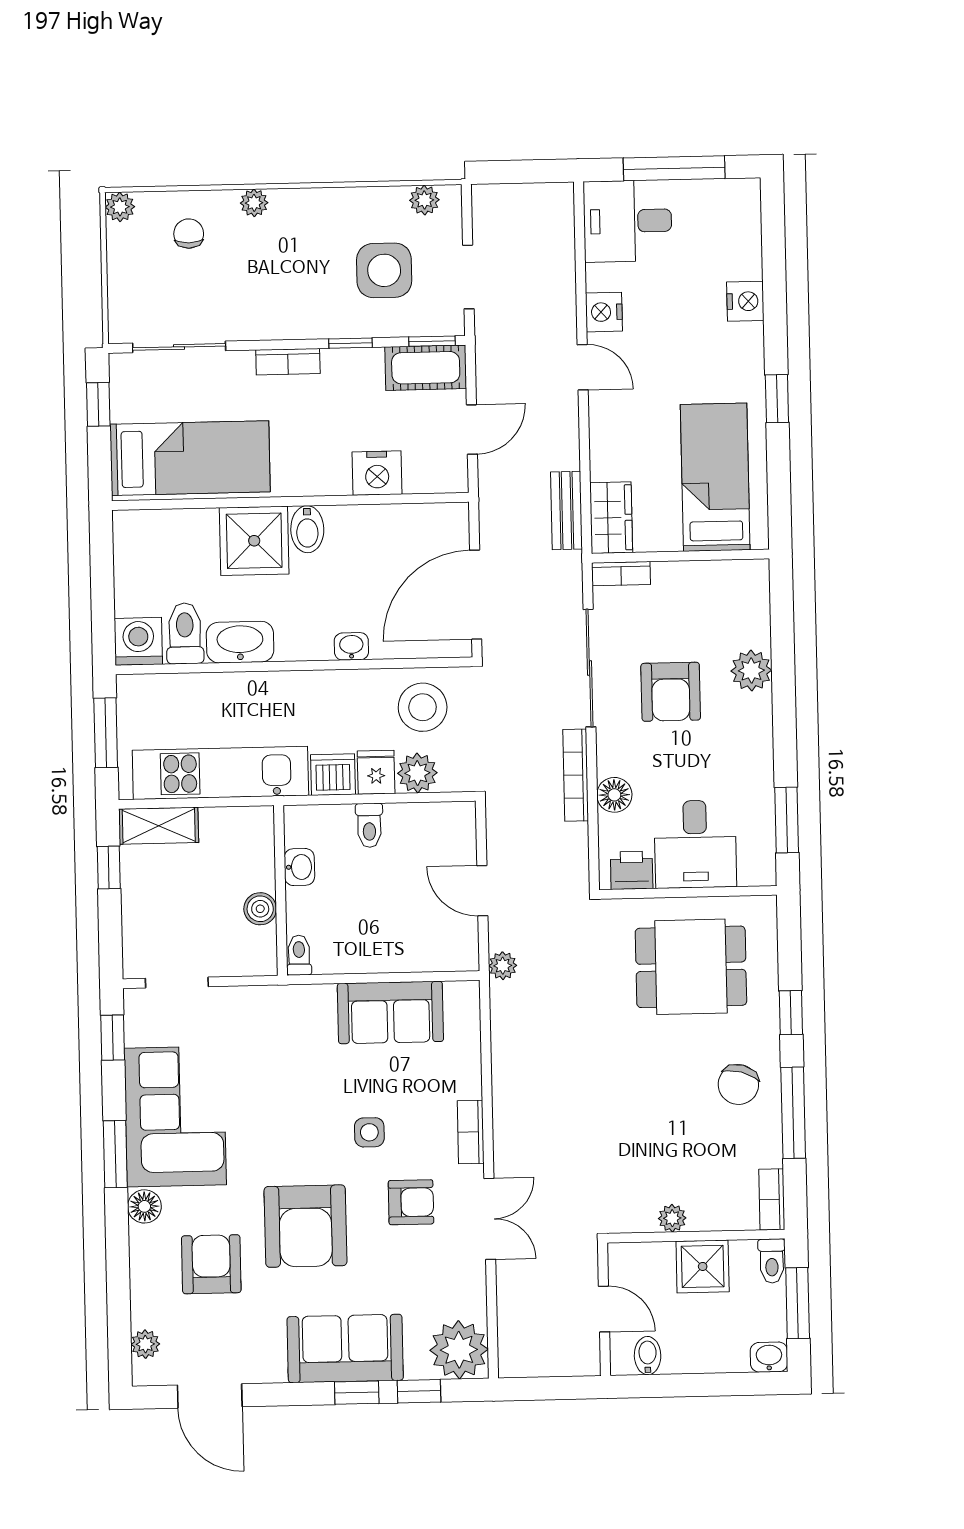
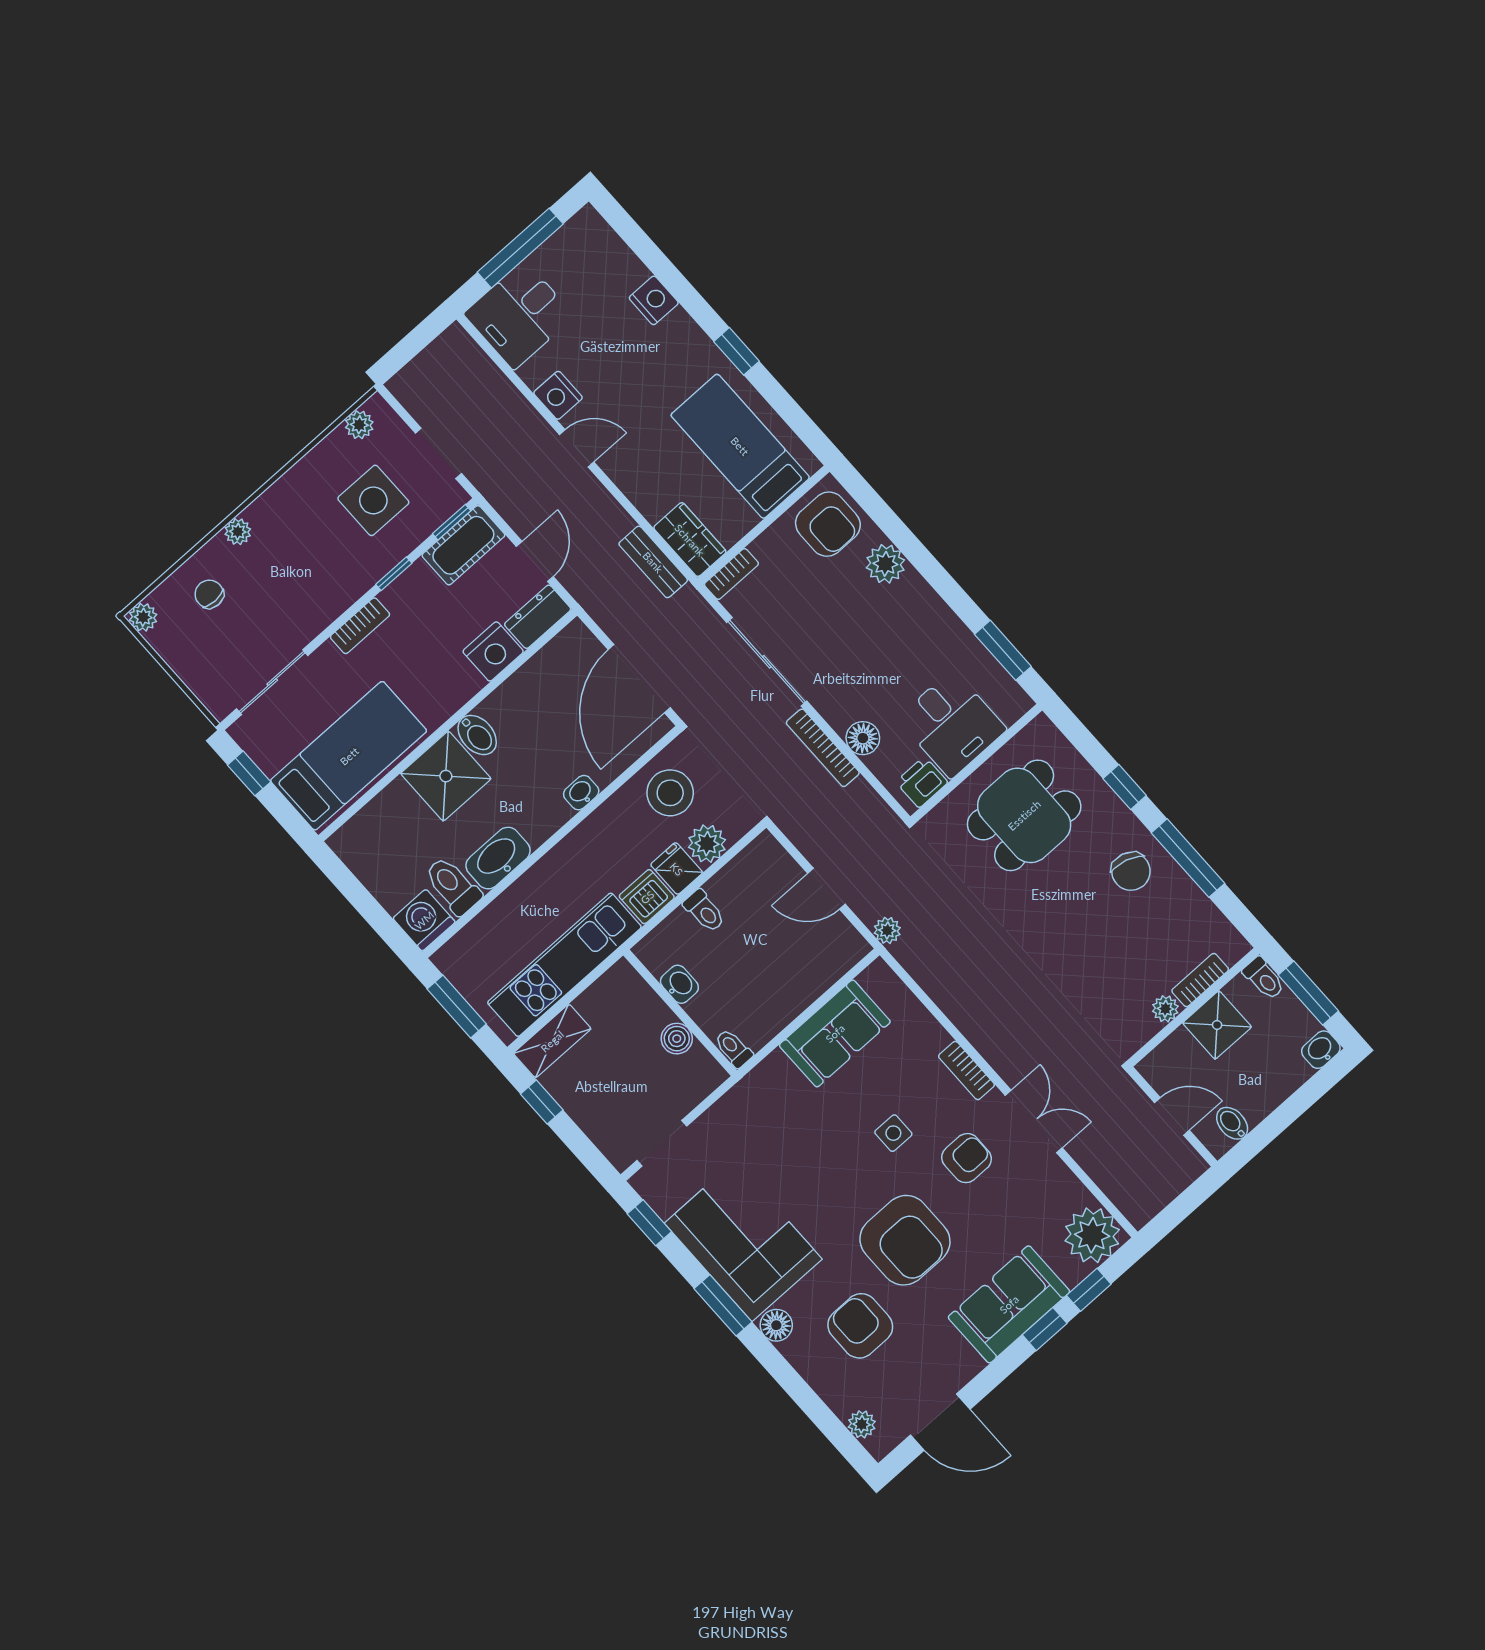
dresser: (436, 476) -> (538, 617), added
armchair: (671, 692) -> (828, 524), moved
bookcase: (772, 1199) -> (1200, 980), moved, turned 90

